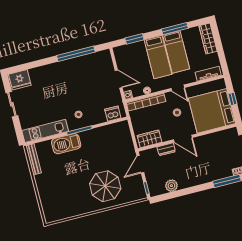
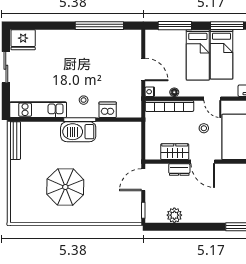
window: (134, 39) -> (175, 26), width x1.44
dishwasher: (113, 114) -> (108, 110), moved
wardrobe: (149, 139) -> (175, 152), moved
barbecue: (66, 144) -> (78, 132), moved
parasol: (105, 186) -> (65, 187), moved

